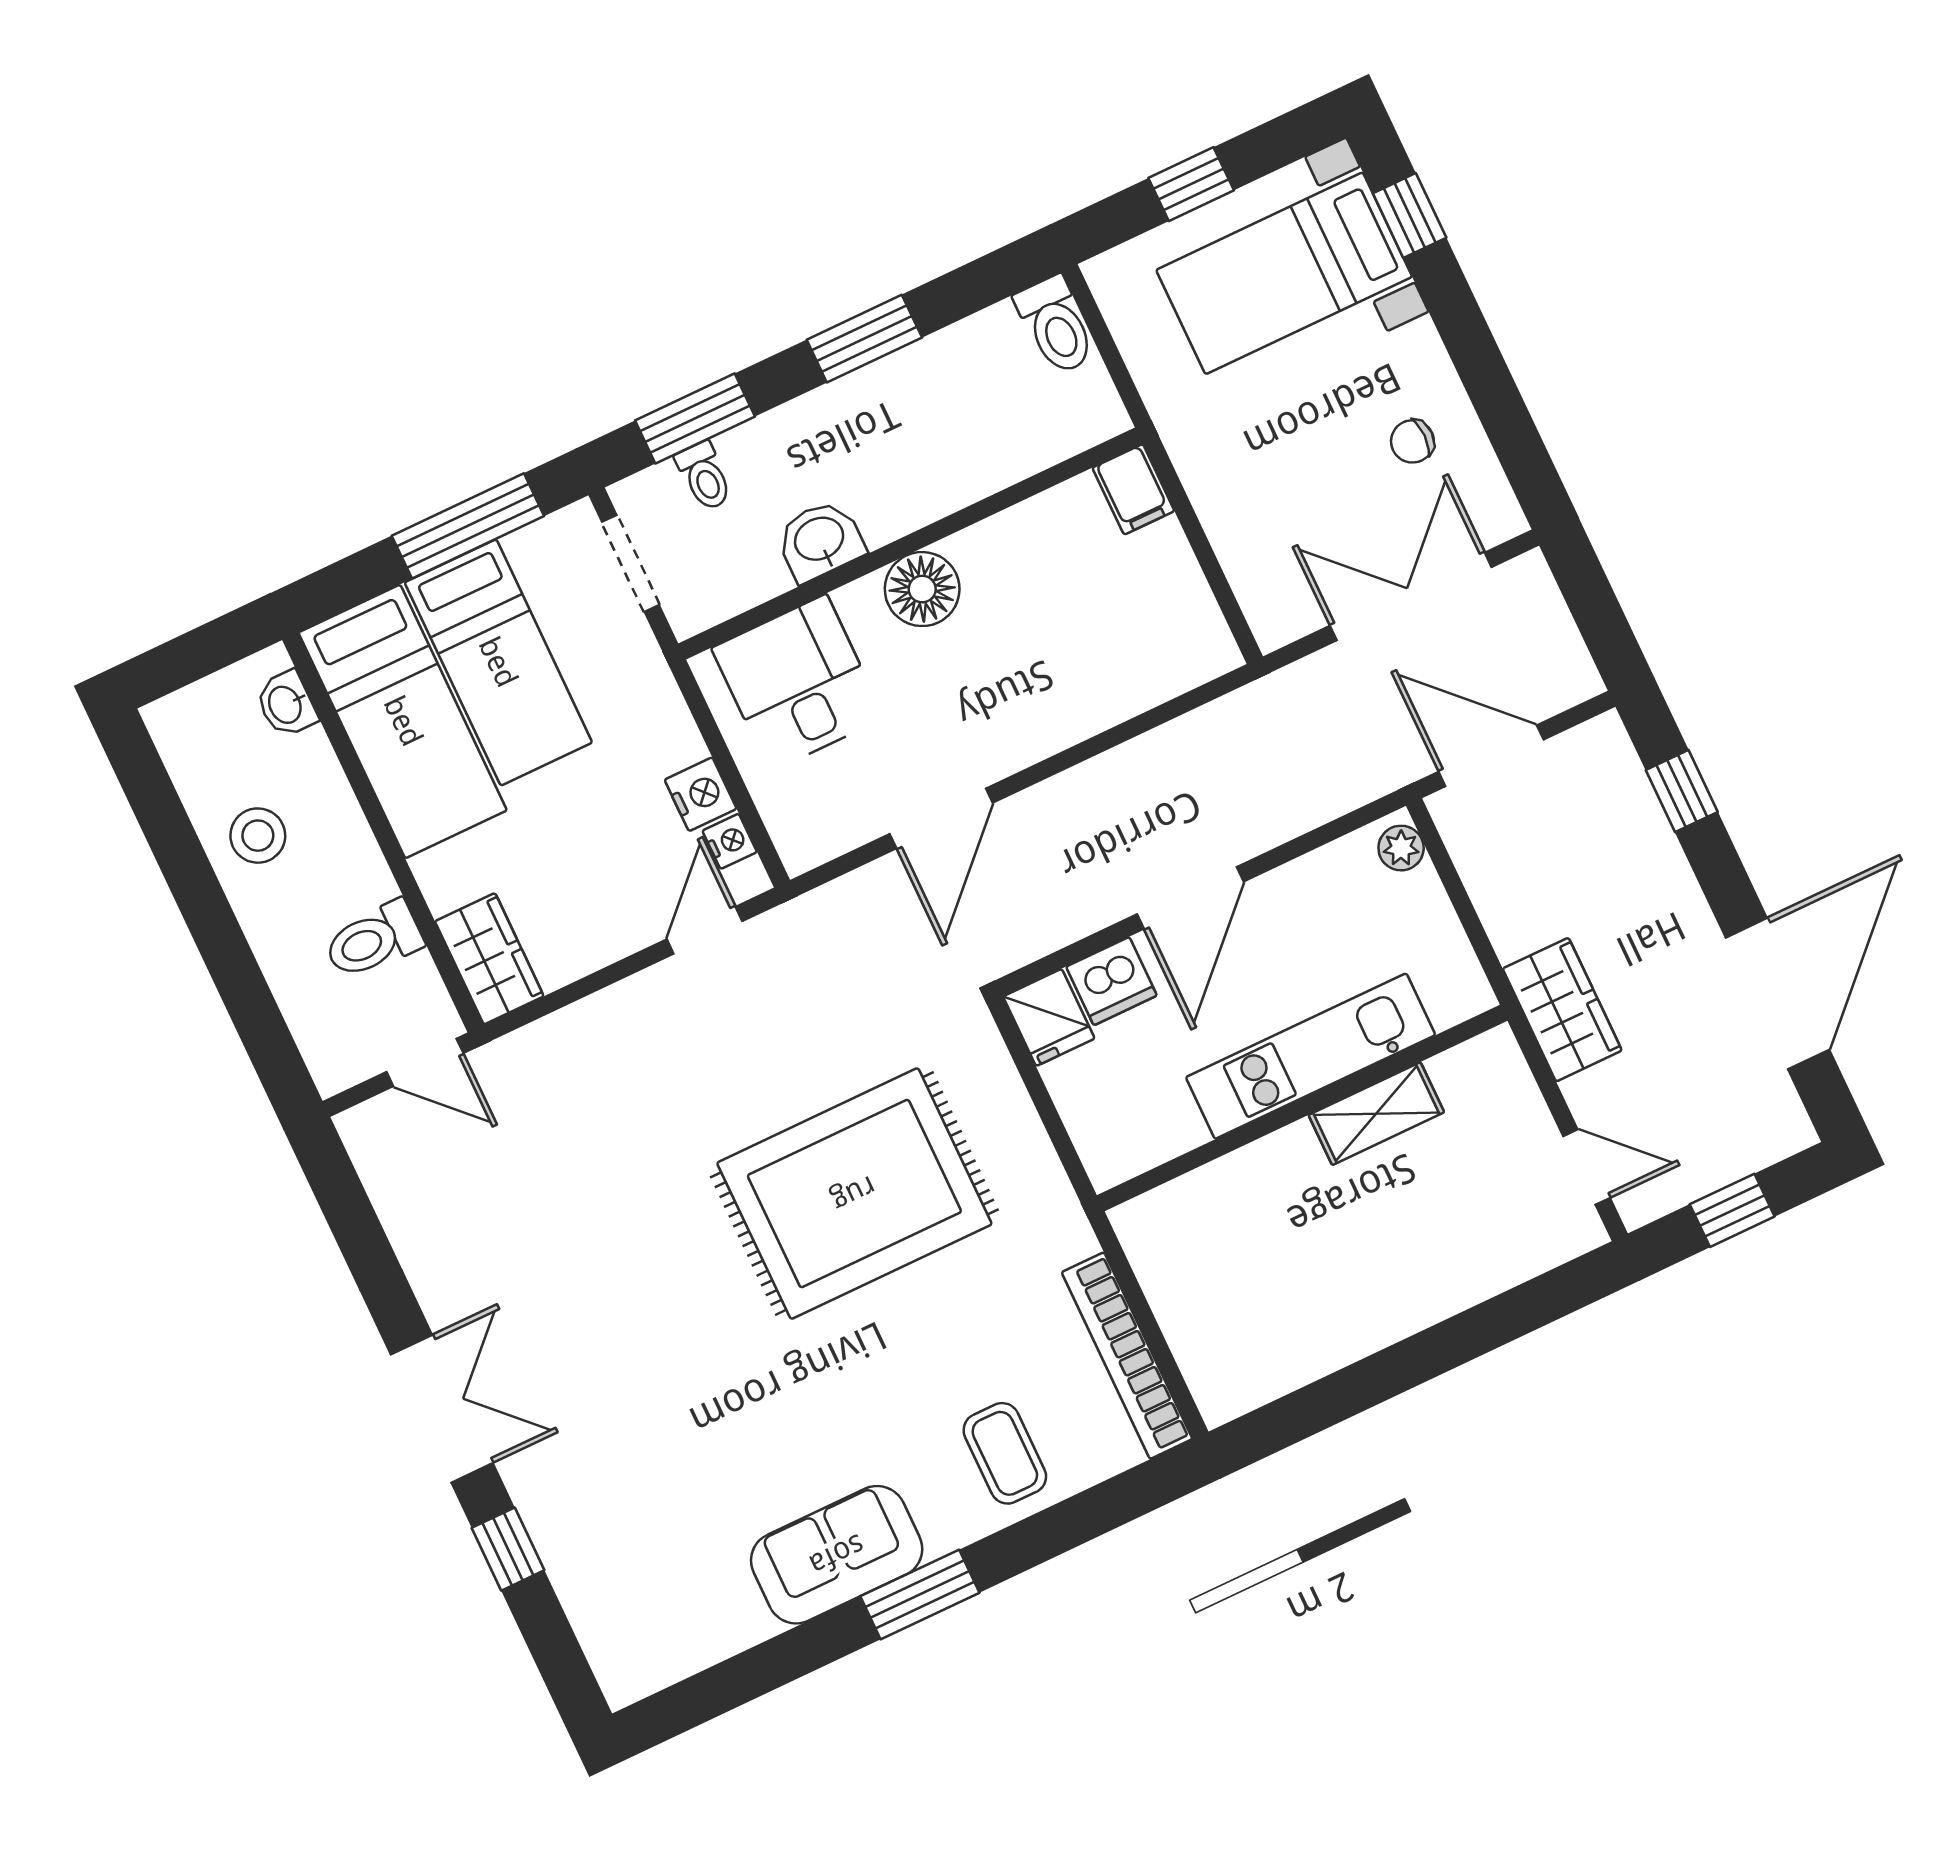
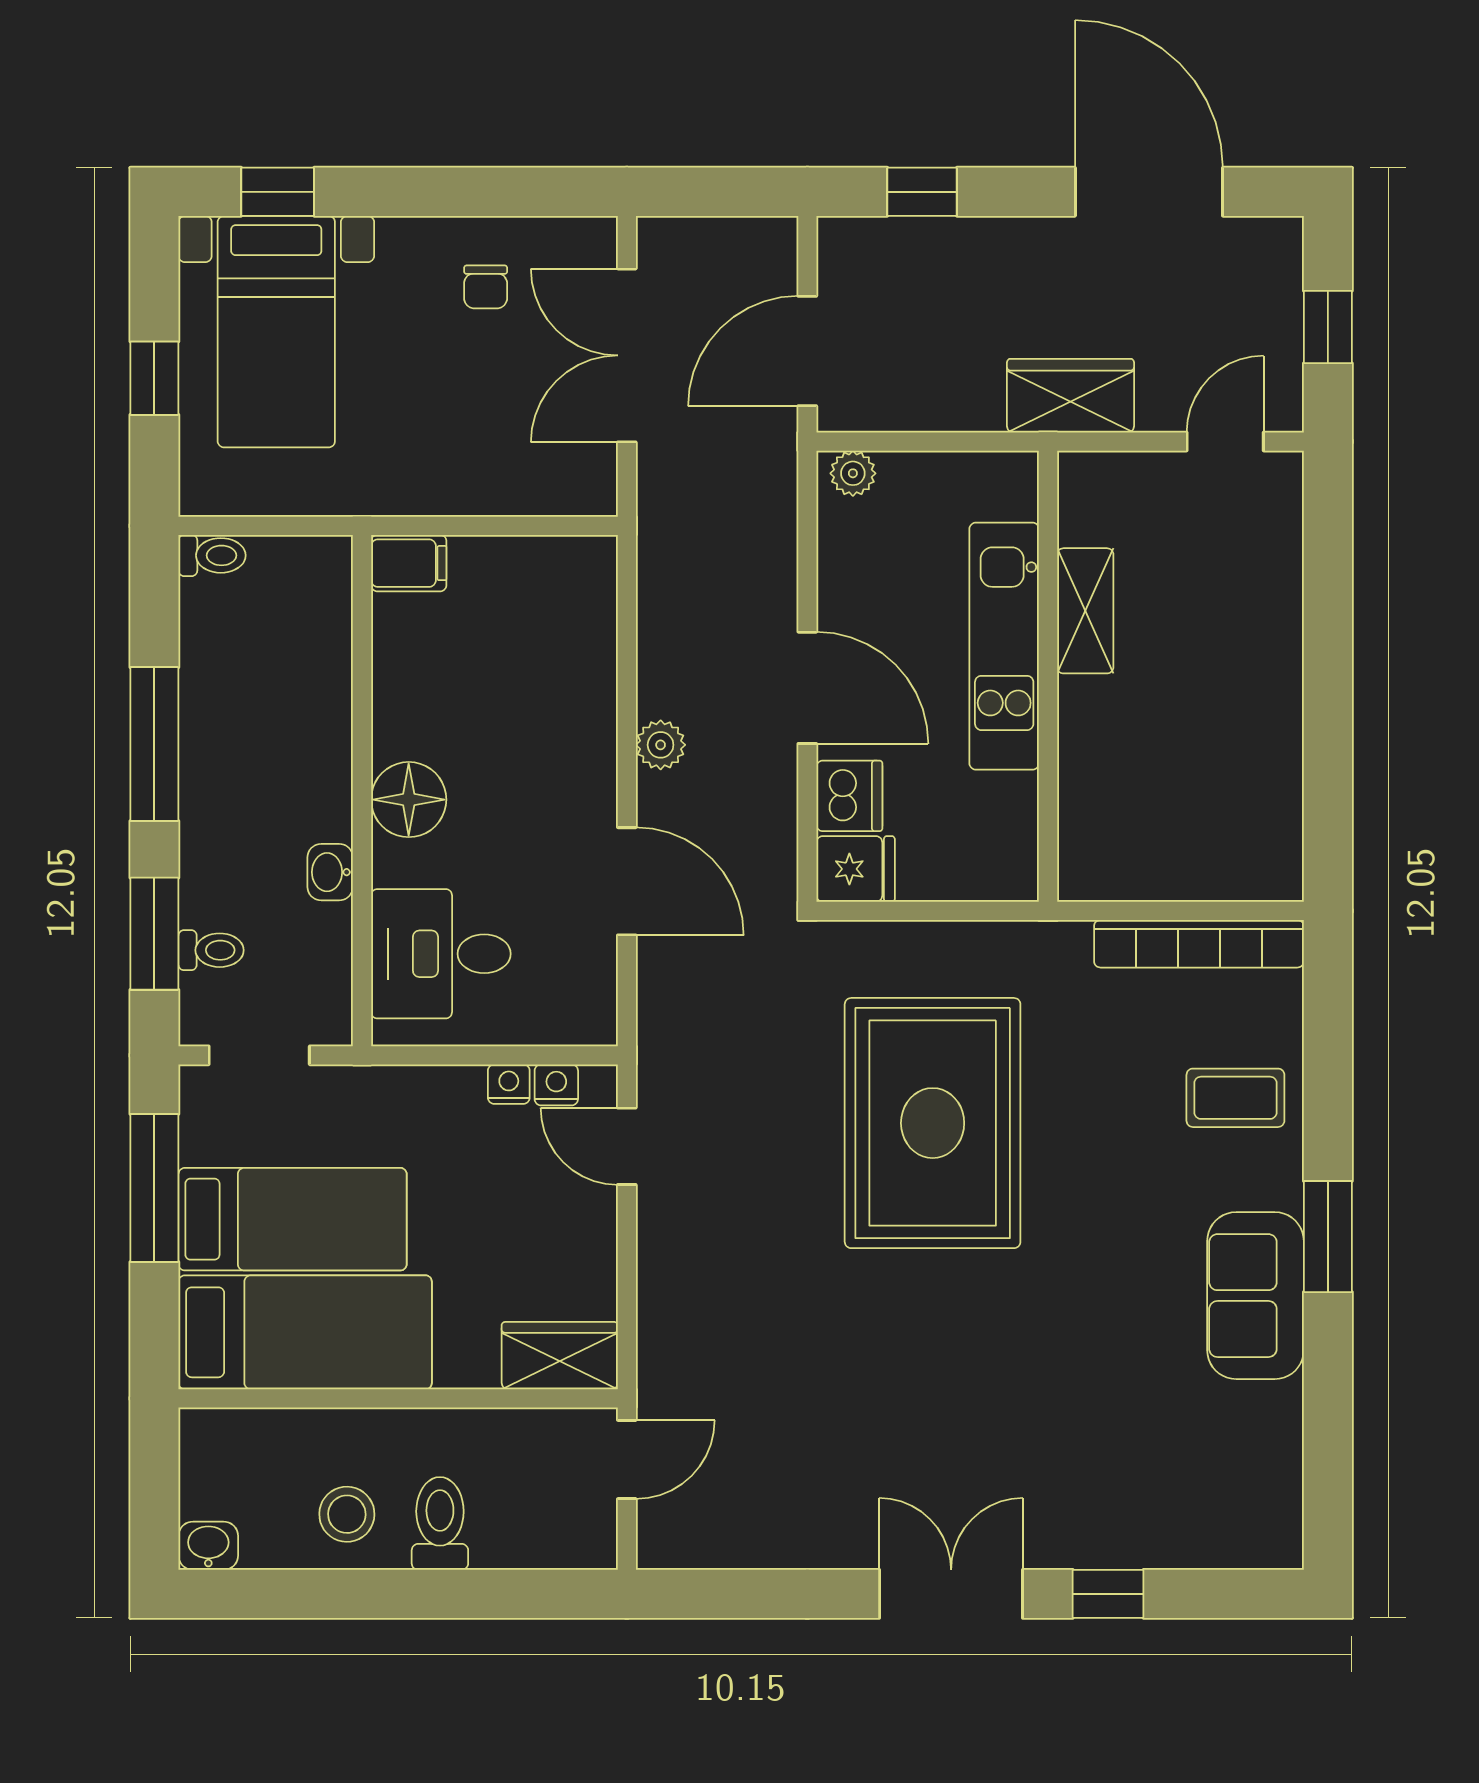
toilet: (1056, 325) -> (212, 555), width x0.73, depth x0.72
window: (864, 339) -> (154, 744), width x1.44
washbasin: (820, 540) -> (330, 872), width x0.72, depth x0.69
washbasin: (286, 704) -> (208, 1546), moved, turned 180
plant: (1077, 791) -> (661, 745), added
nightstand: (701, 794) -> (509, 1084), width x0.72, depth x0.74
toilet: (373, 940) -> (440, 1523), moved, turned 180

